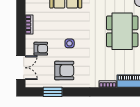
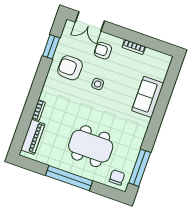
armchair: (41, 49) -> (103, 51), turned 90
armchair: (64, 71) -> (70, 68), turned 92

